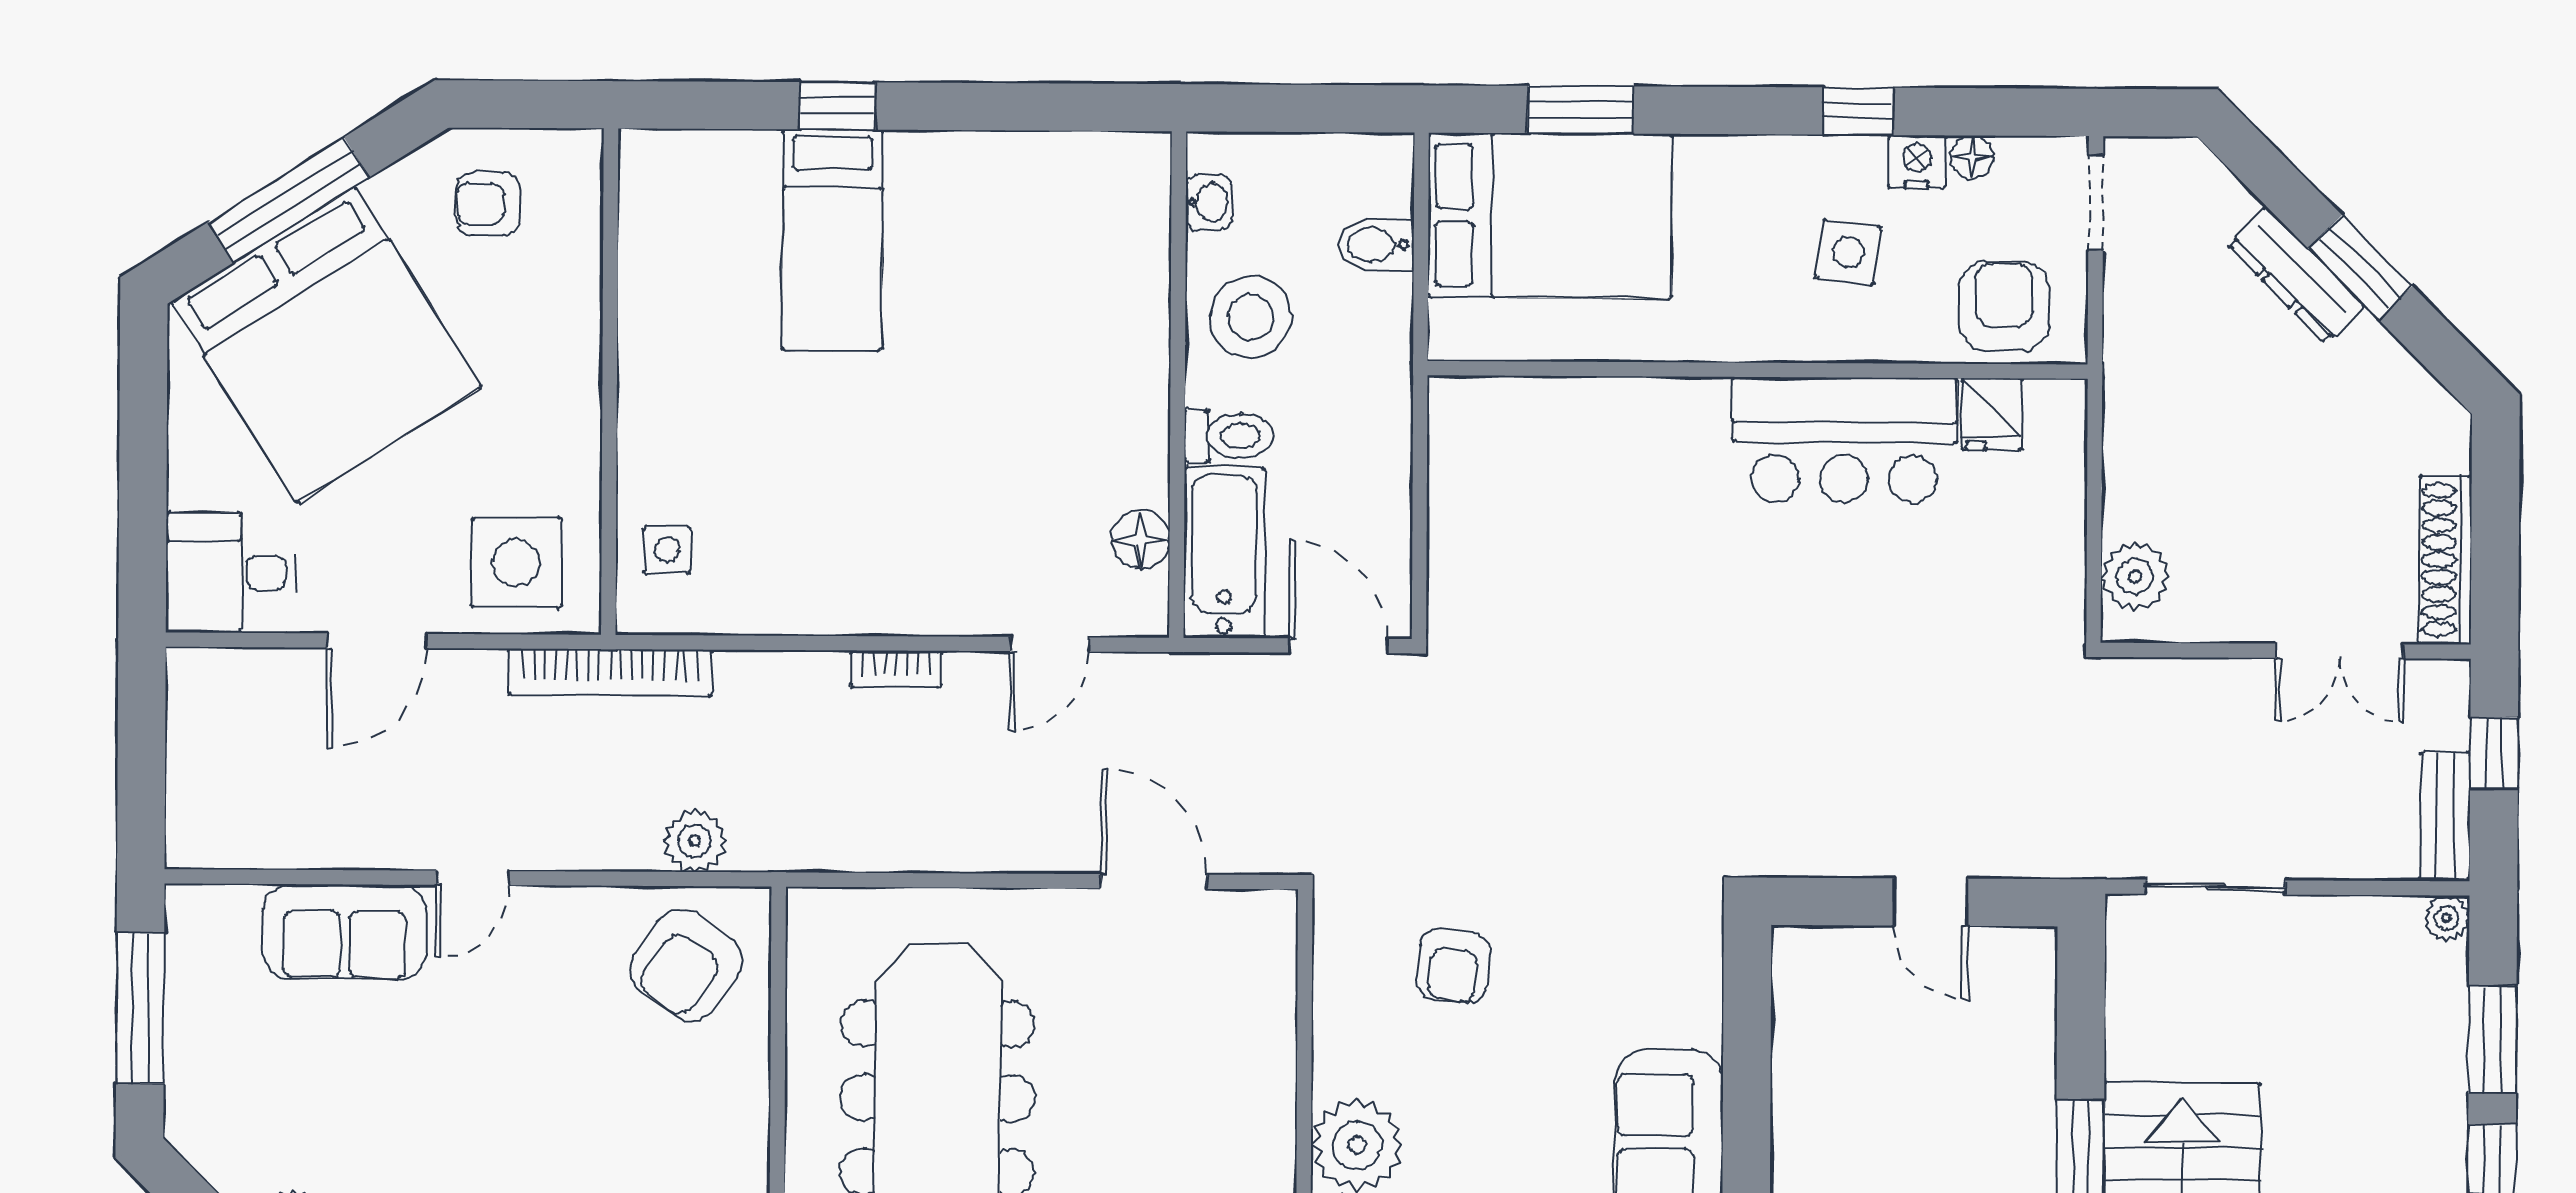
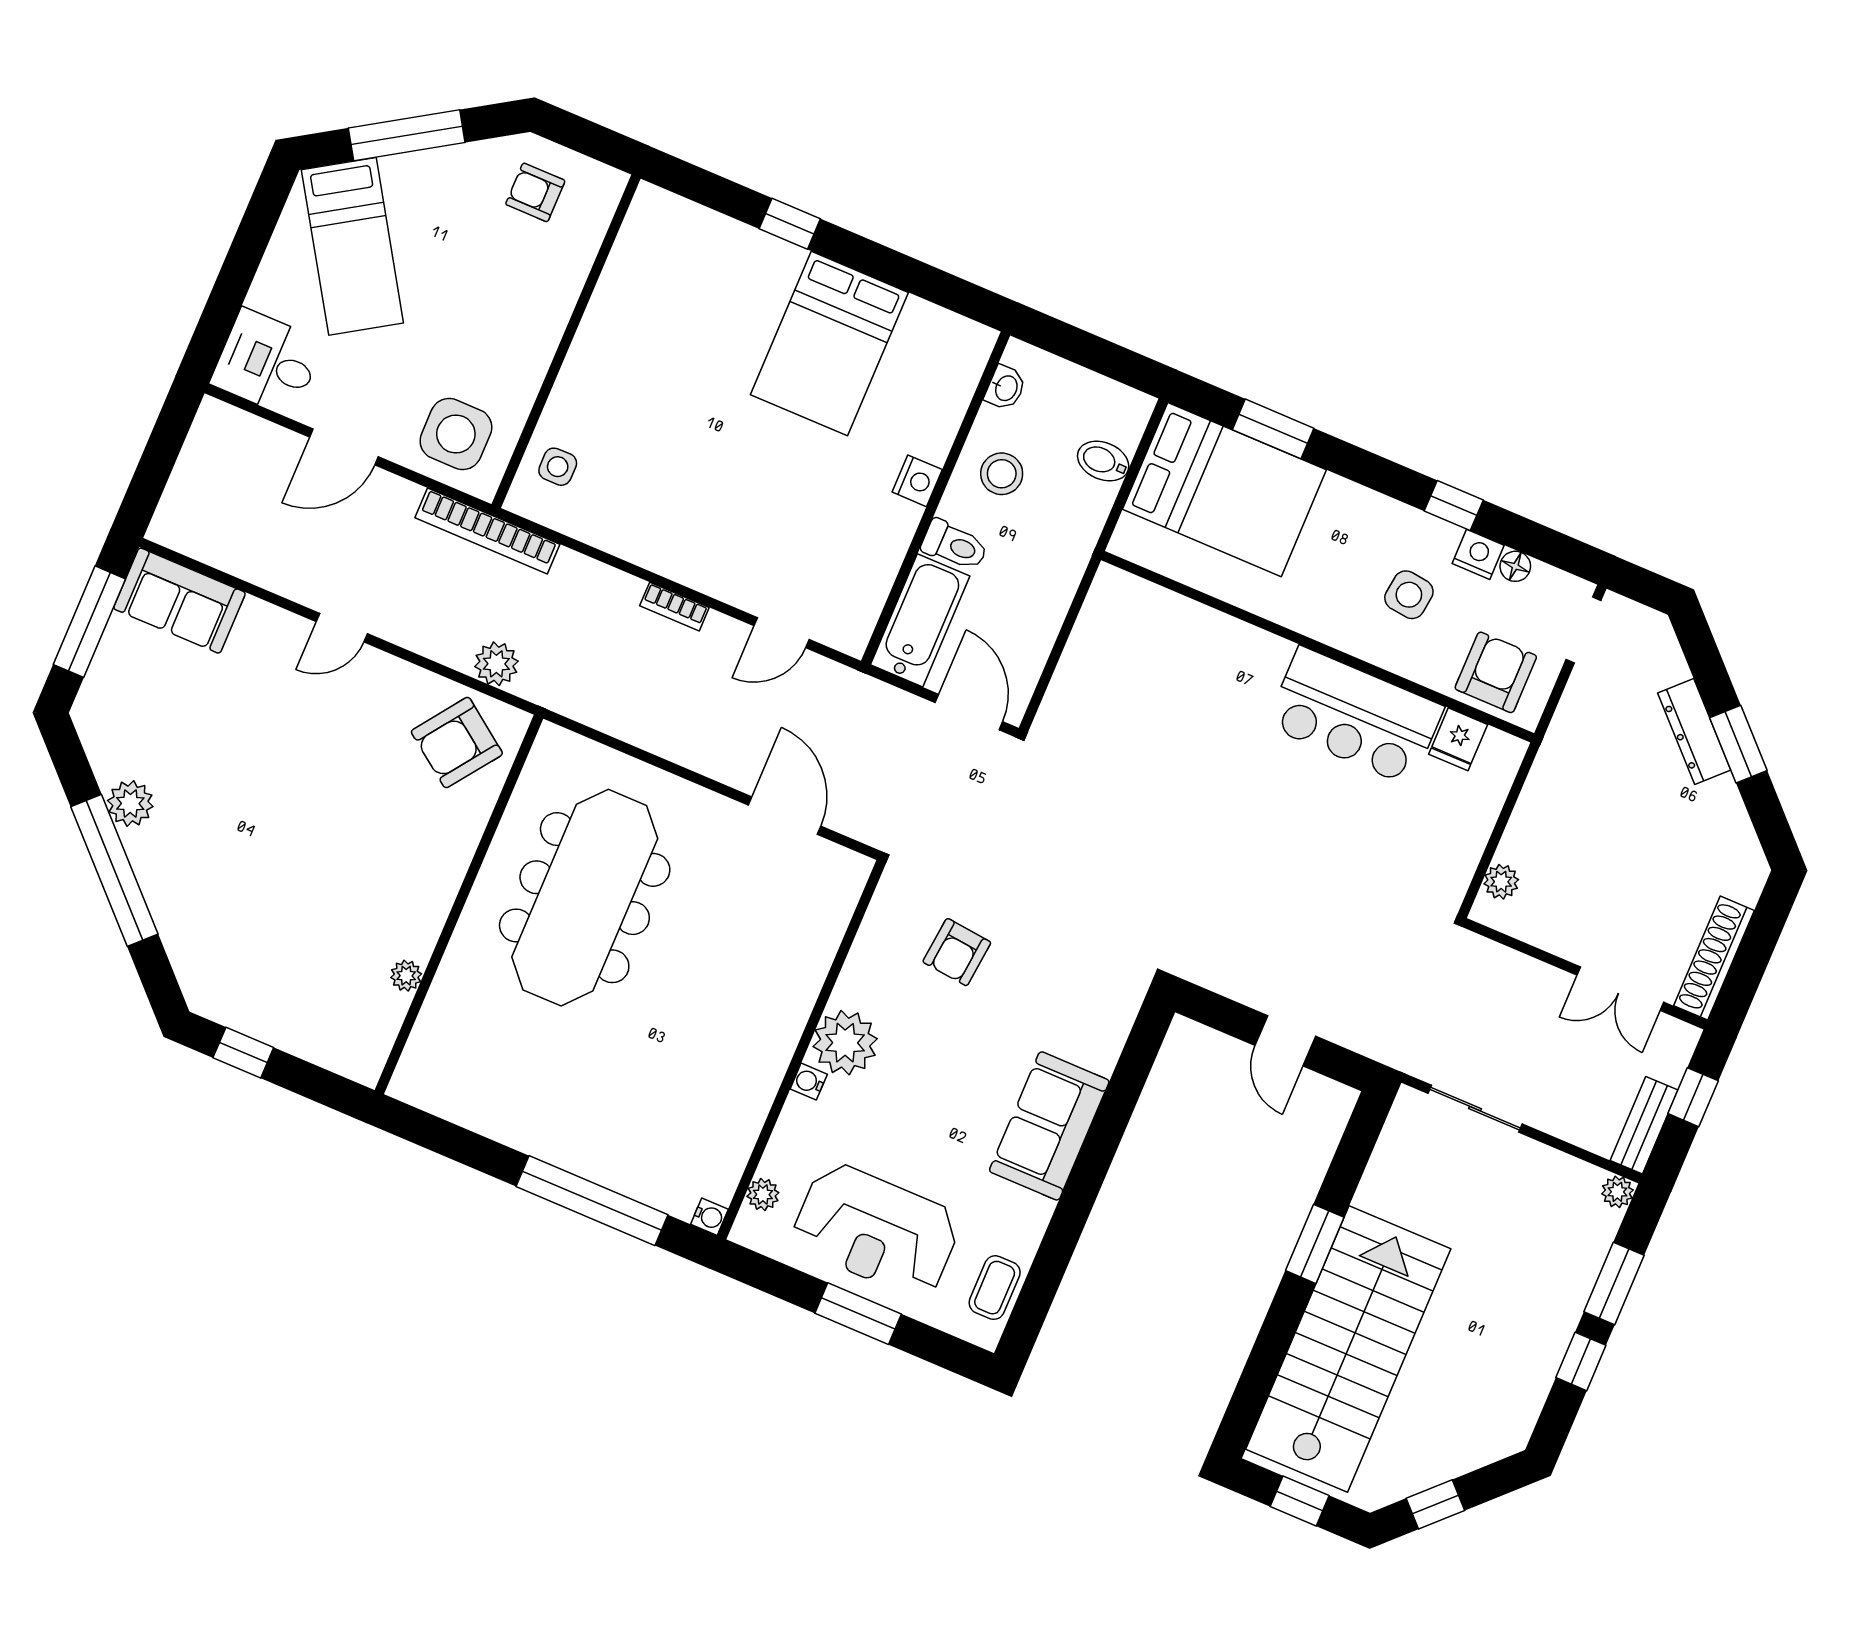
bed: (832, 240) -> (829, 344), moved, width x1.50
stool: (1251, 317) -> (1002, 474), width x0.73, depth x0.73
bed: (326, 345) -> (352, 246), width x0.49
nightstand: (1144, 372) -> (917, 481), added
floor lamp: (1141, 539) -> (869, 589), removed
plant: (2135, 576) -> (1501, 882), width x0.73, depth x0.73
sofa: (345, 932) -> (179, 601), moved

